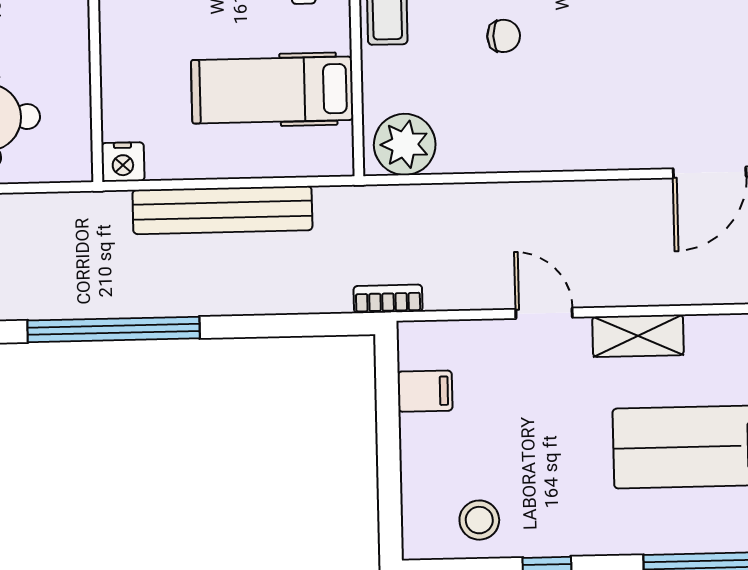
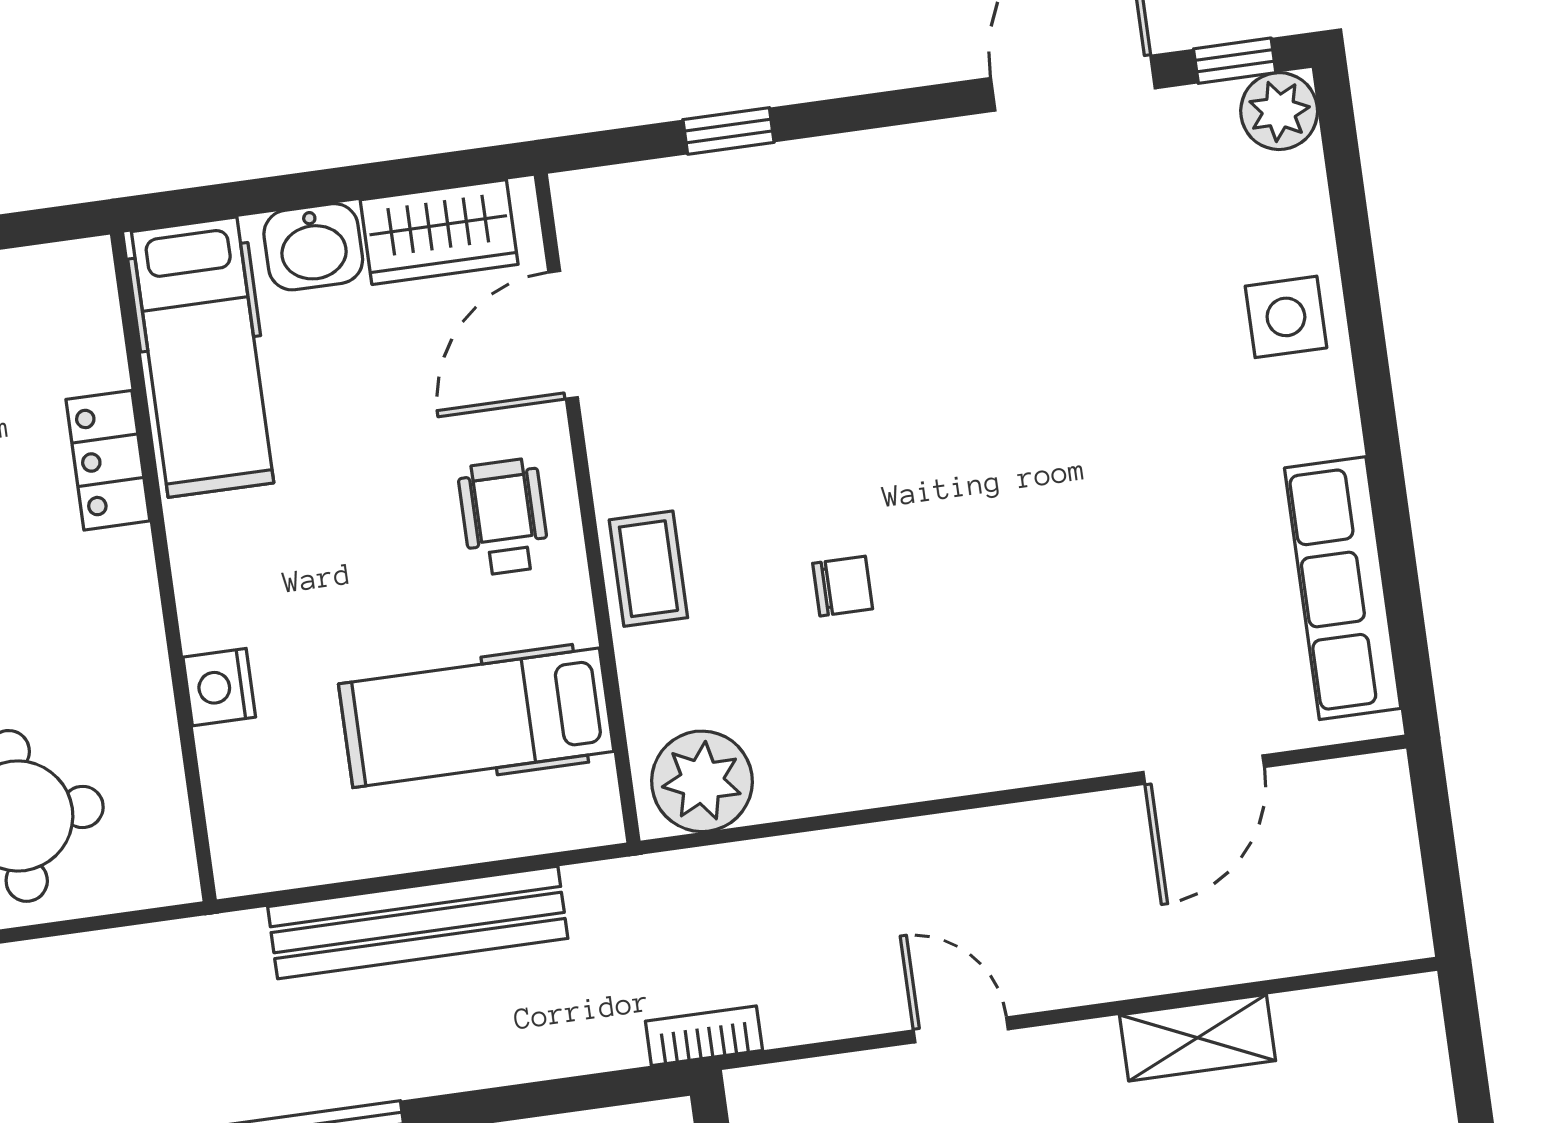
nightstand: (123, 162) -> (219, 687), moved, turned 90
shelving: (638, 336) -> (1197, 1038), moved

